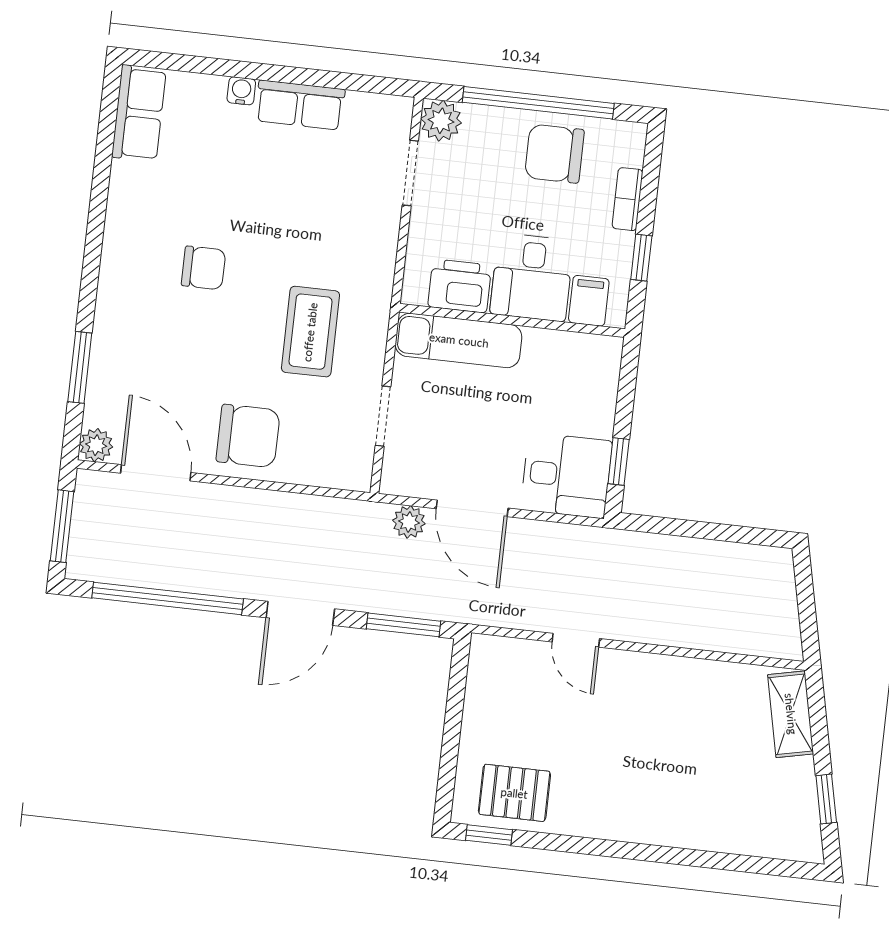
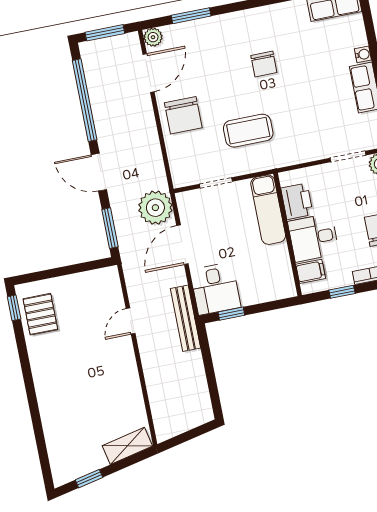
plant: (409, 522) -> (155, 208), width x1.87, depth x1.87
bench: (601, 543) -> (186, 318), added

